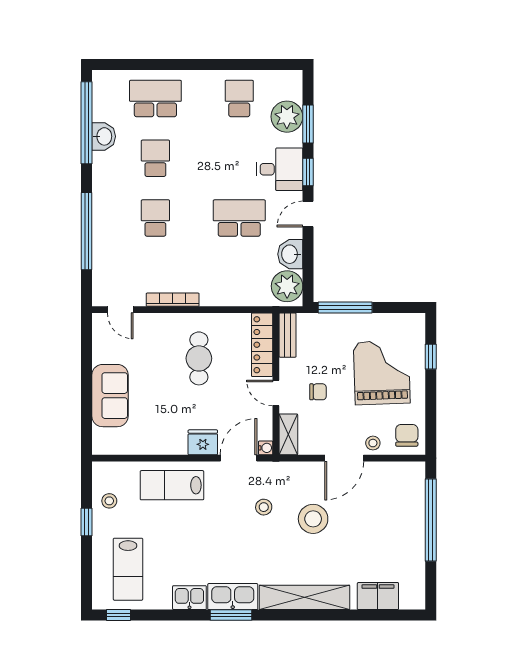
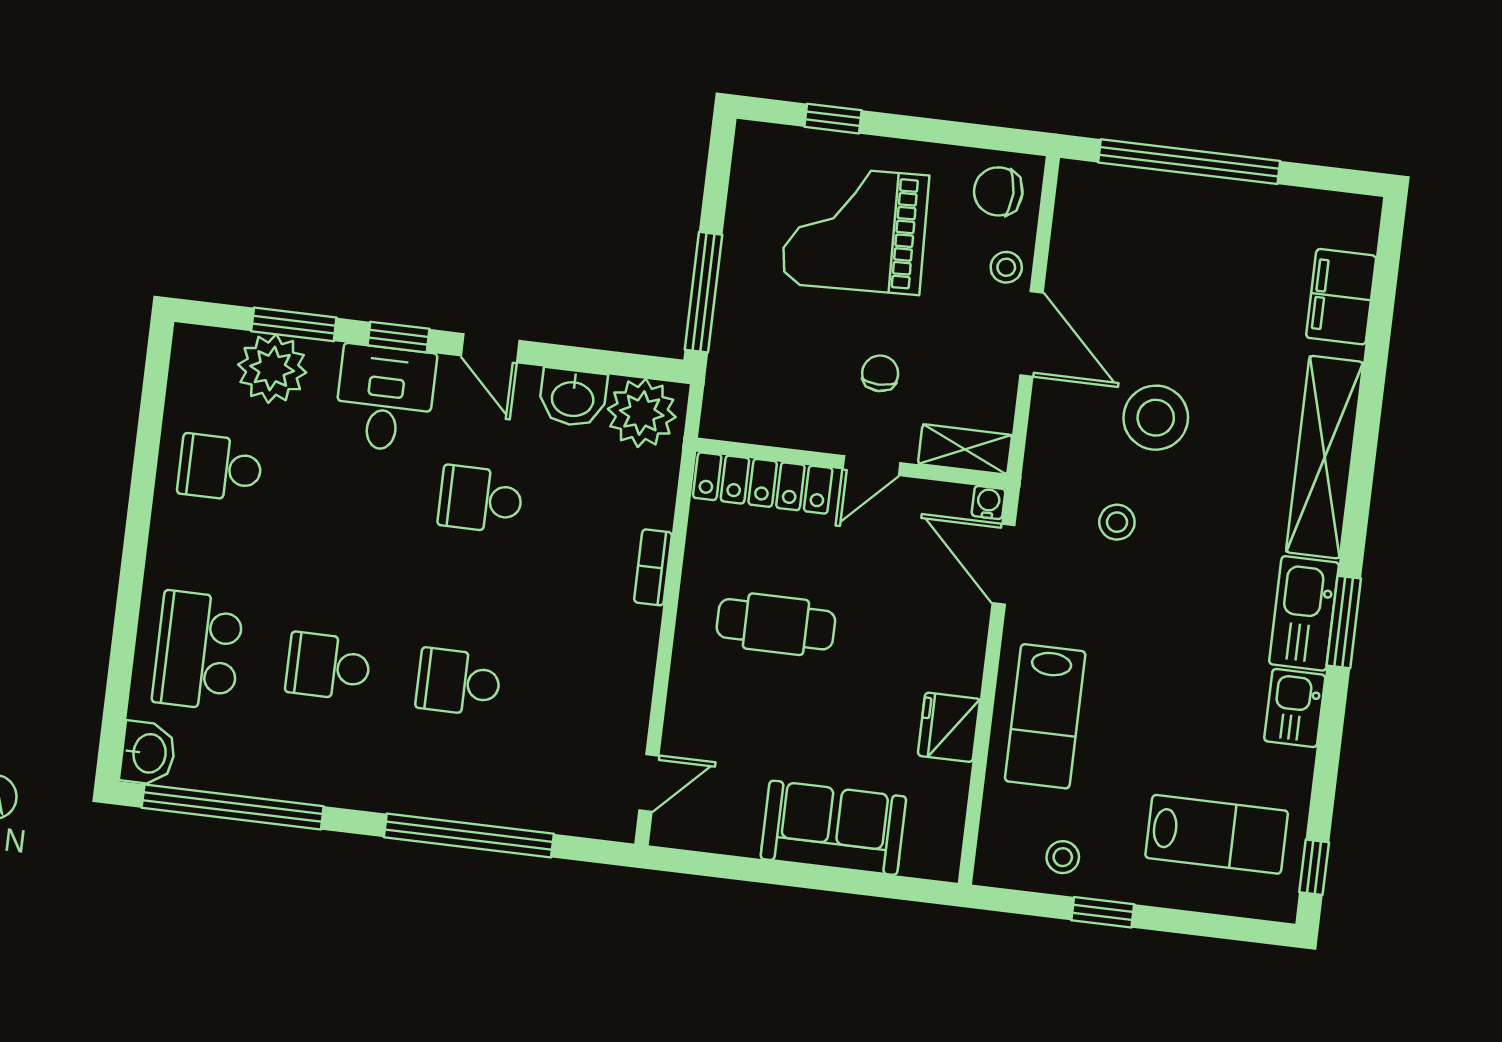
washbasin: (104, 136) -> (148, 753), moved, turned 90
school desk: (239, 218) -> (481, 499), width x0.54
bookcase: (173, 300) -> (653, 567), moved, width x0.64
bench: (288, 335) -> (748, 425), removed
fridge: (203, 442) -> (949, 727), moved

